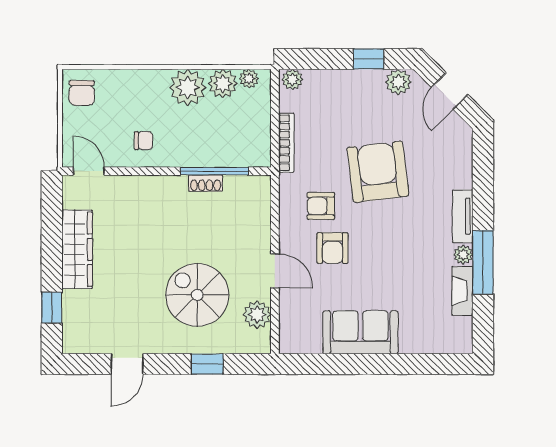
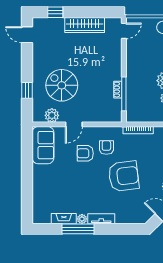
chair: (143, 141) -> (139, 58), removed
spiral stairs: (197, 295) -> (62, 85), turned -90
sofa: (360, 332) -> (43, 145), moved
door: (127, 364) -> (27, 35), moved

